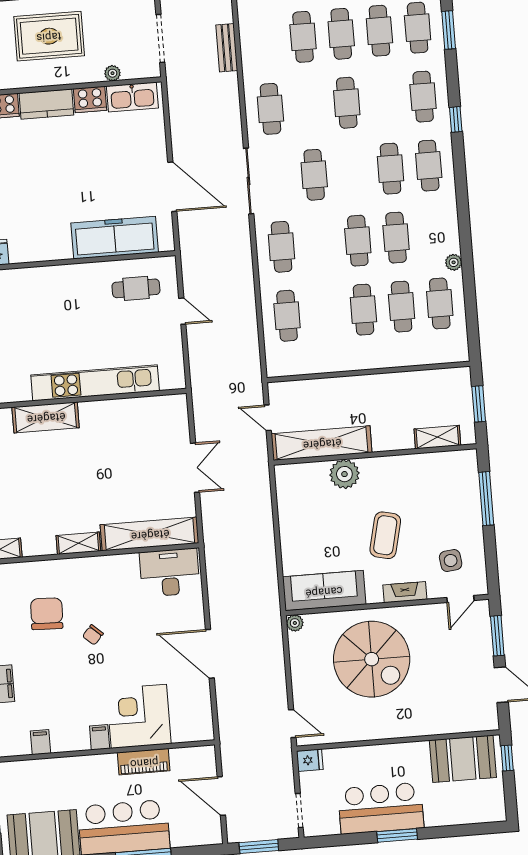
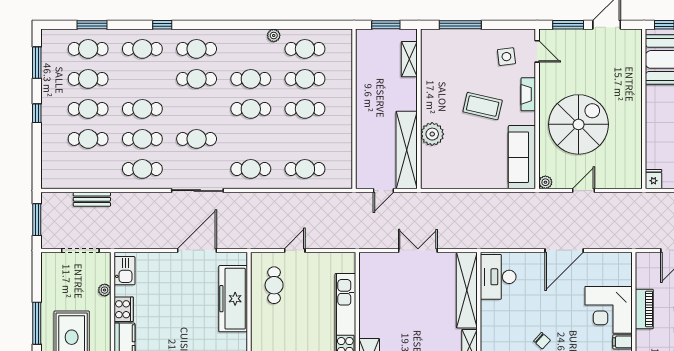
kitchen sink: (132, 97) -> (124, 271), width x0.73
cafe table: (309, 106) -> (142, 139), added
door: (292, 724) -> (583, 191), moved

